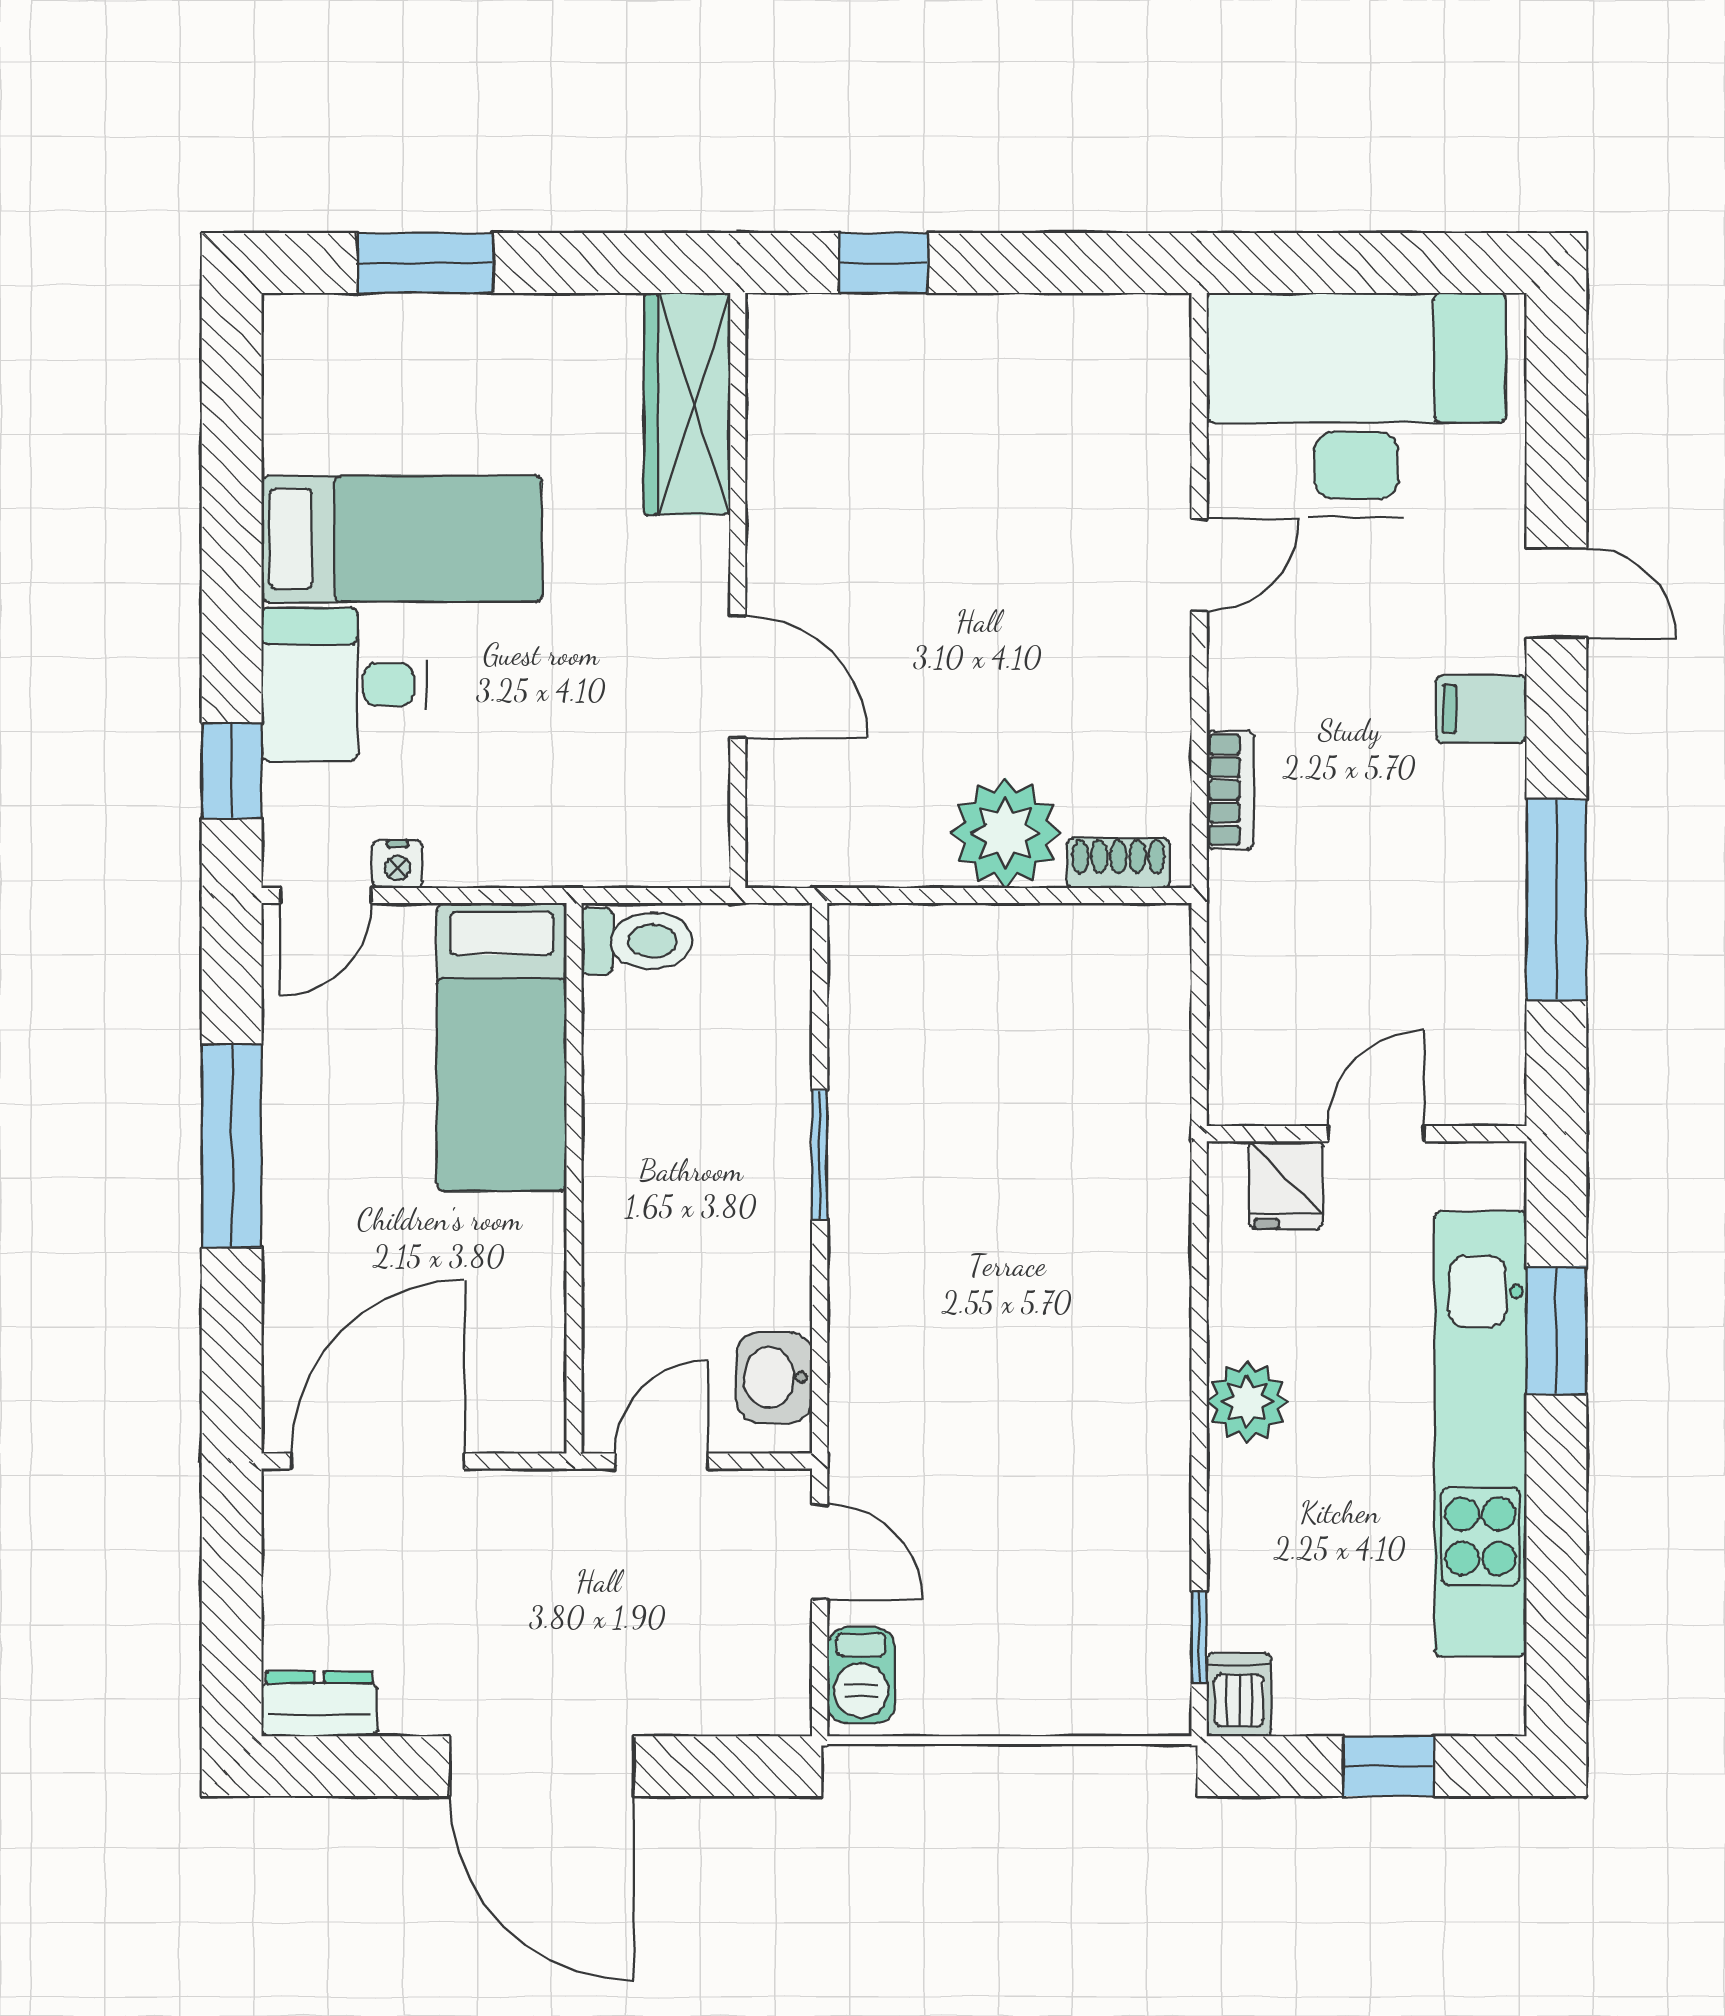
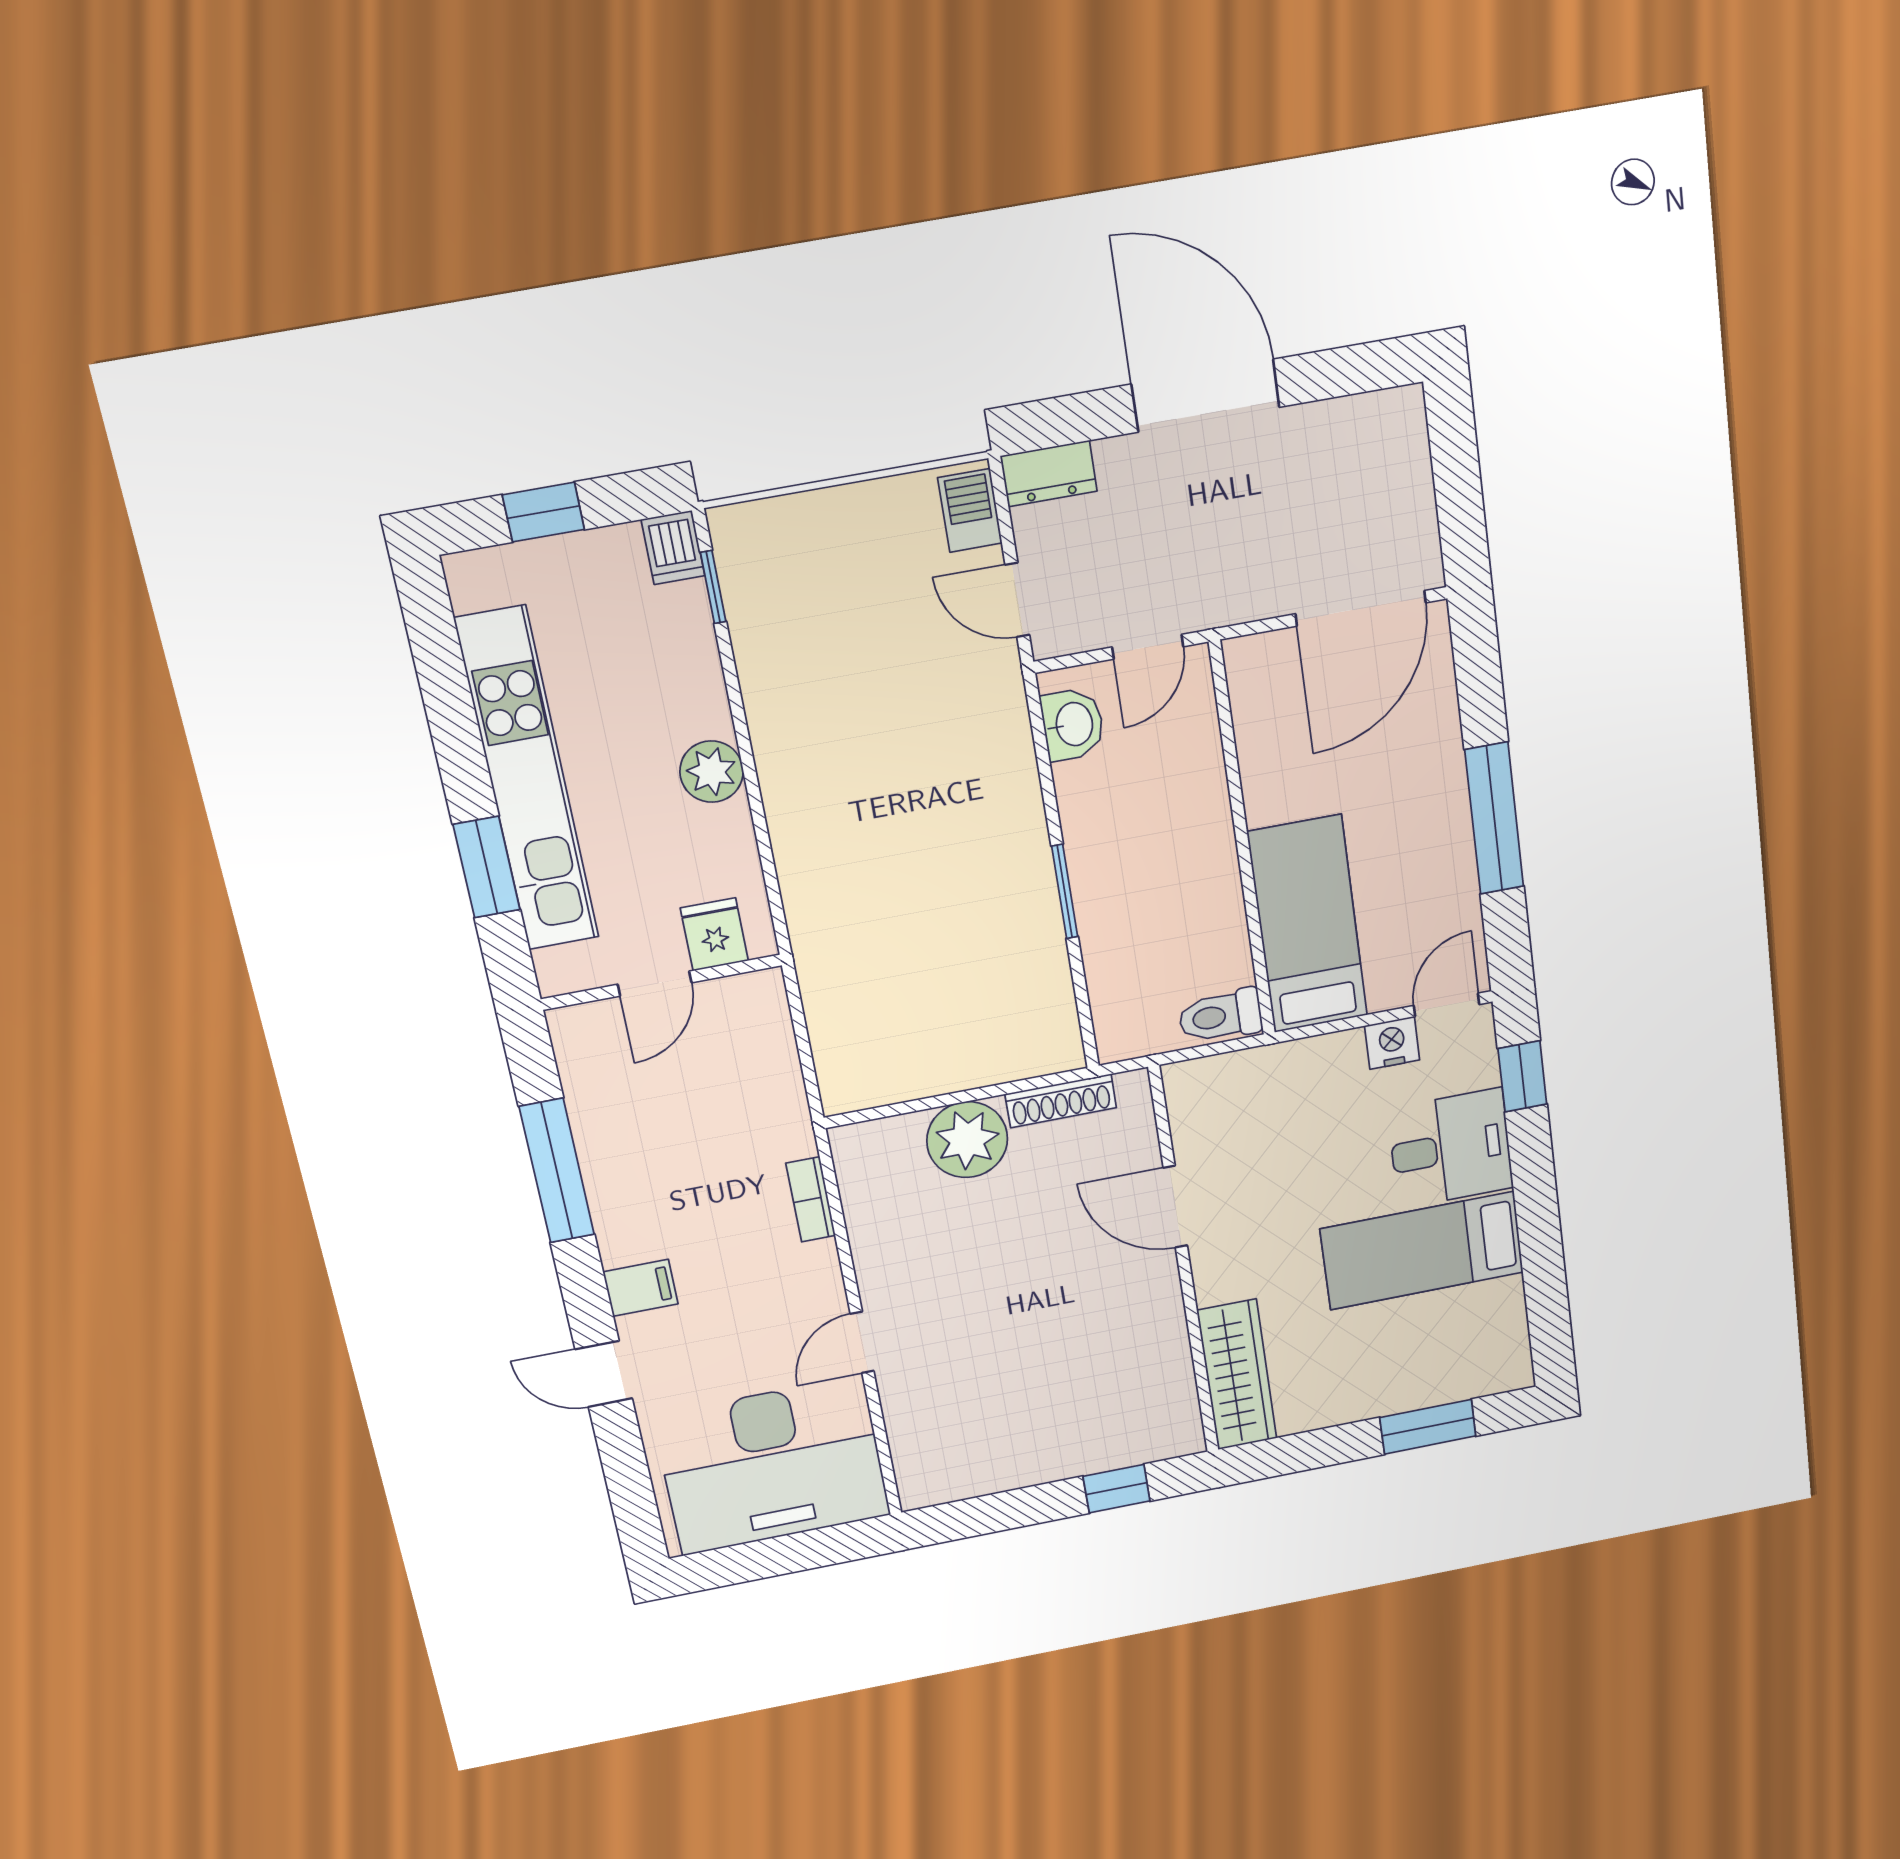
shoe rack: (1118, 863) -> (1061, 1101), moved, width x1.43
nightstand: (397, 864) -> (1392, 1043), width x1.39, depth x1.35
dresser: (319, 1704) -> (1049, 474), moved

